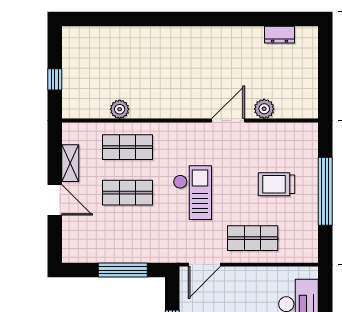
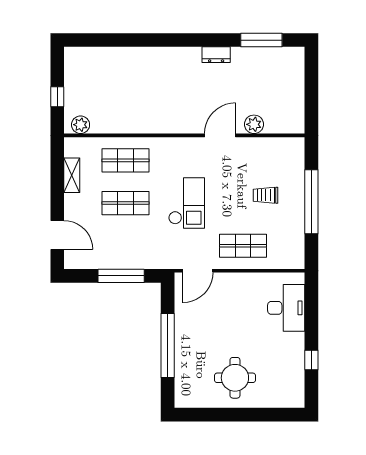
window: (272, 19) -> (261, 40), added
dresser: (279, 35) -> (216, 55), moved
plant: (120, 109) -> (81, 125), moved
trolley: (277, 184) -> (266, 195), width x0.73, depth x0.72
door: (55, 200) -> (57, 235), moved

